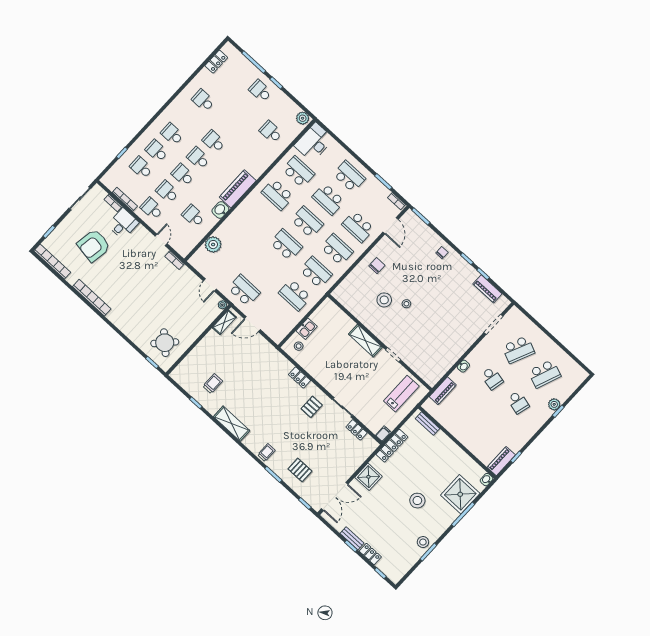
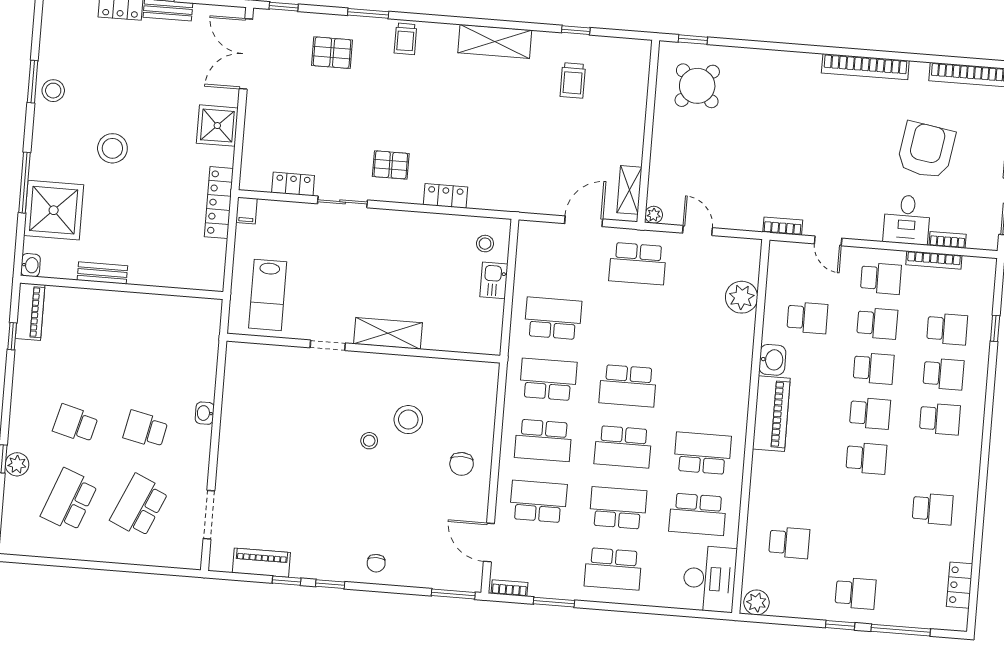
school desk: (316, 272) -> (548, 379), turned 180
piano: (443, 391) -> (207, 350), removed
pallet: (312, 407) -> (391, 165), turned 90
bench: (427, 424) -> (102, 273), moved

